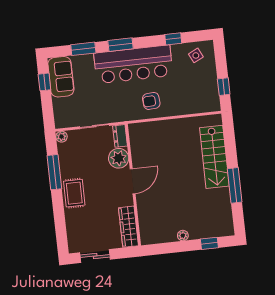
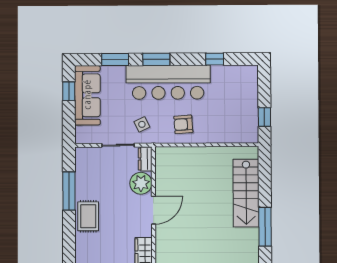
side table: (196, 55) -> (142, 124), moved
sofa: (61, 77) -> (87, 95), width x1.36
plant: (62, 137) -> (81, 153), removed

